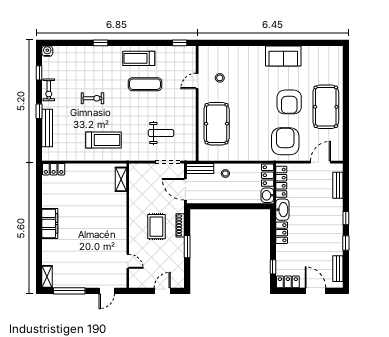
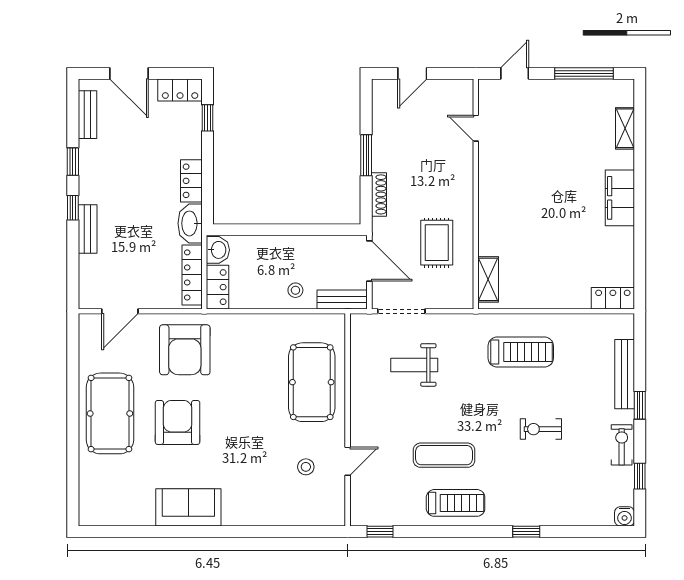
treadmill: (103, 140) -> (521, 352), turned 180
bench: (338, 185) -> (88, 229), moved
rug: (156, 227) -> (437, 243), moved
shelving: (47, 277) -> (625, 128), moved

